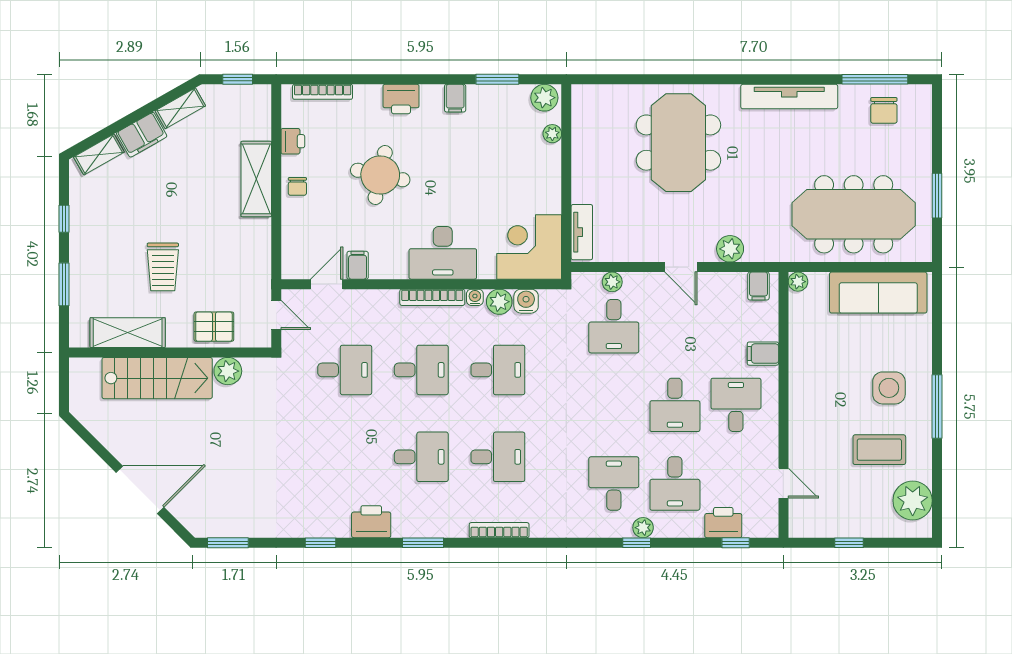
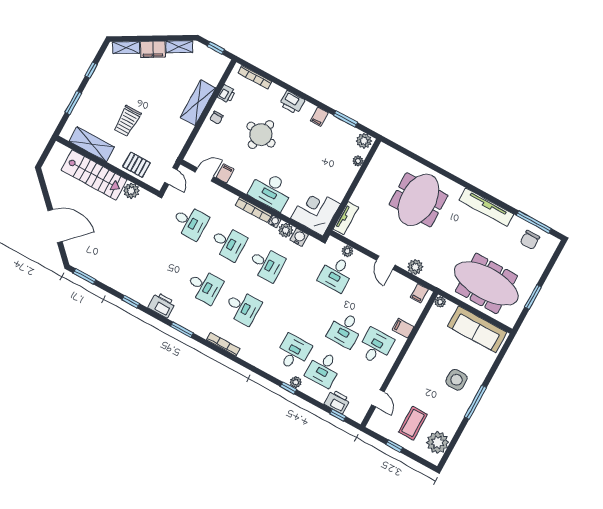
coffee table: (879, 450) -> (413, 423), moved, turned 90

